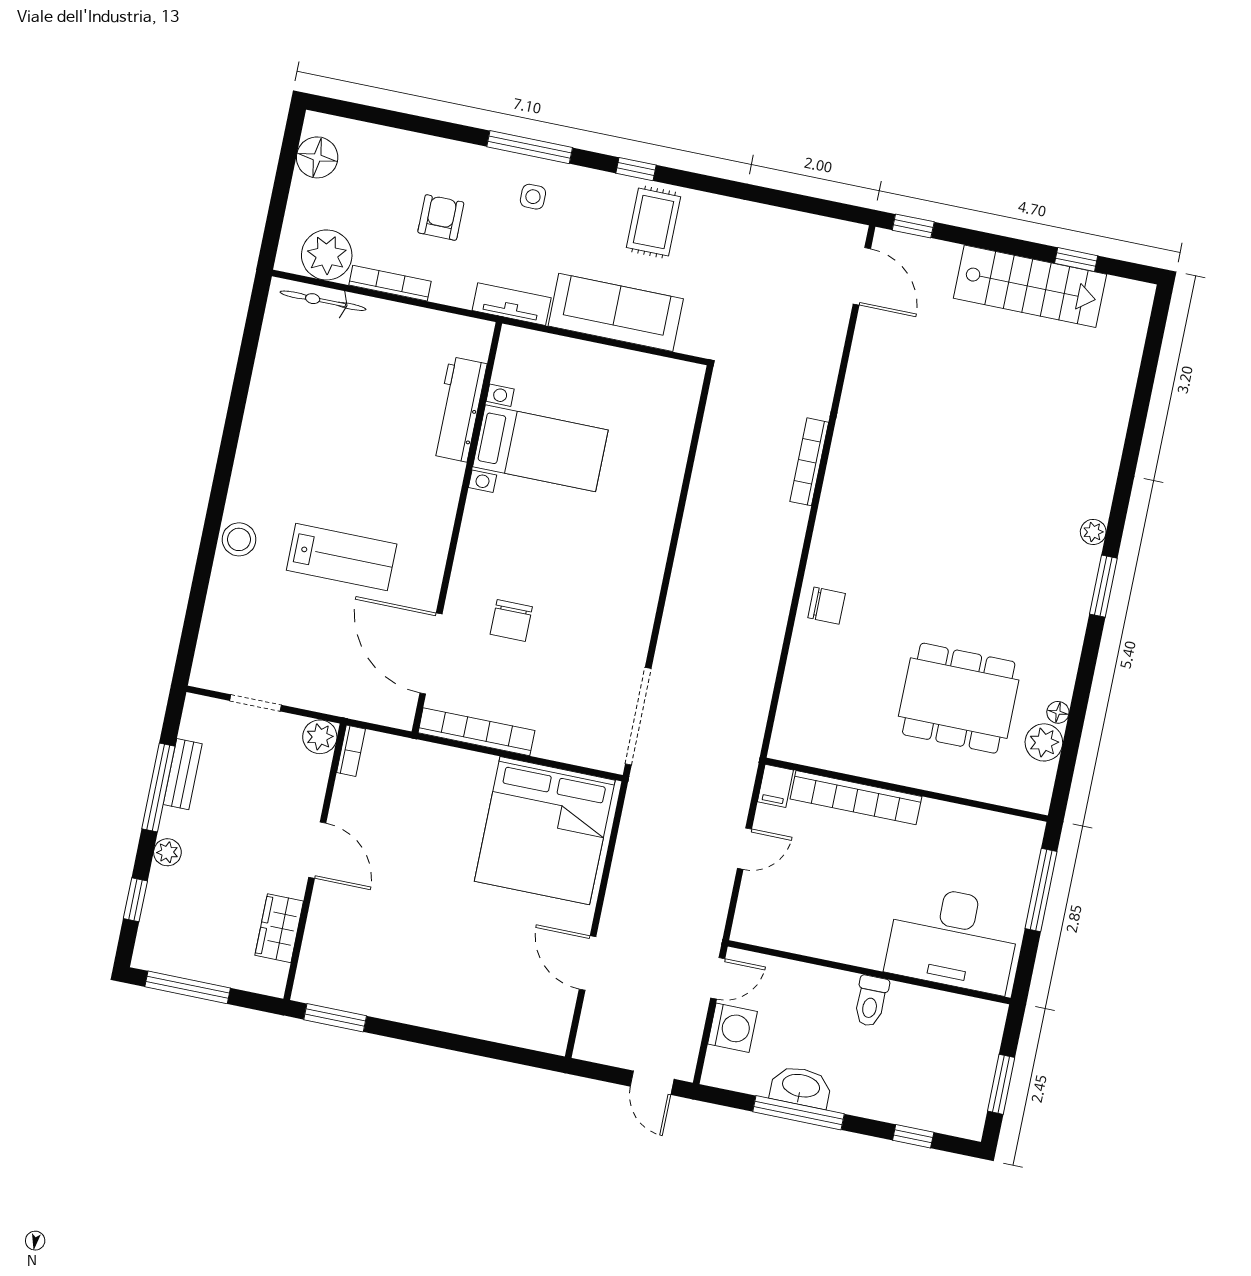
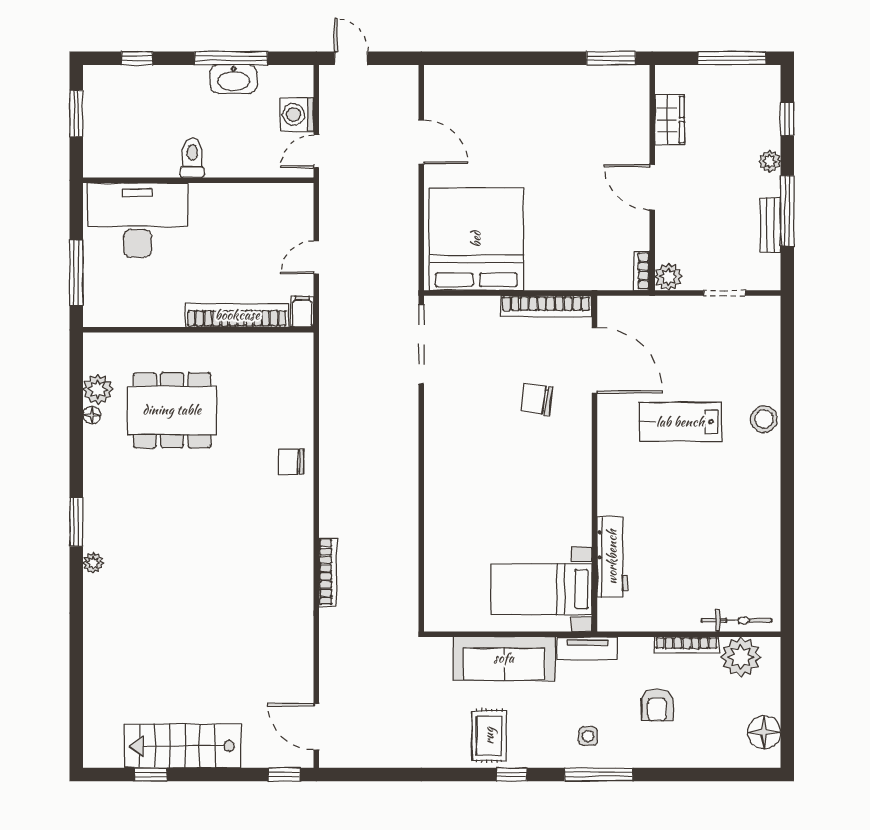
bed with nightstands: (540, 448) -> (542, 589), moved
chair: (511, 620) -> (537, 399), turned -82

